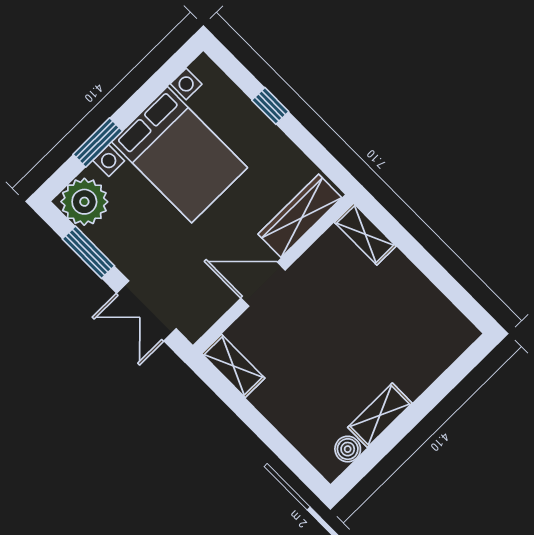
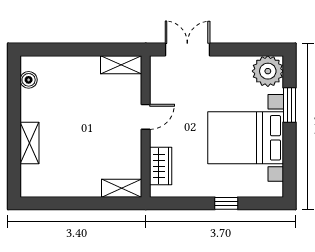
wardrobe: (300, 216) -> (161, 166), width x0.67
window: (88, 252) -> (242, 49), removed
door: (263, 284) -> (146, 117), width x0.73
shelving: (380, 415) -> (30, 143), moved

